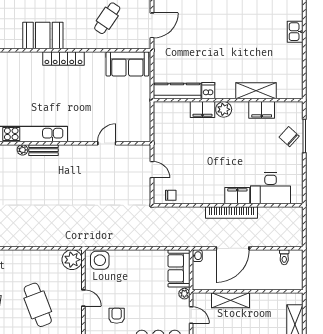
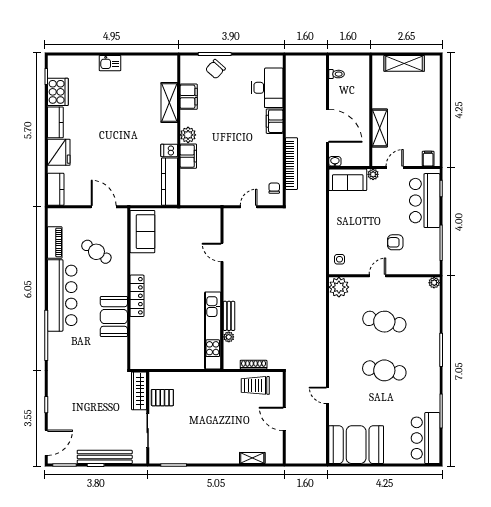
bookcase: (232, 212) -> (291, 164), moved
side table: (100, 260) -> (340, 259), width x0.54, depth x0.54
cafe table: (38, 305) -> (384, 322), turned 33

